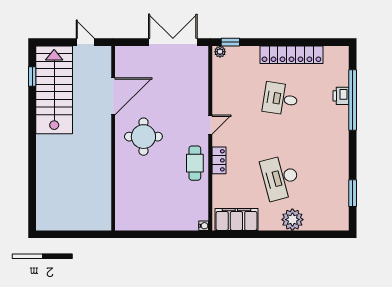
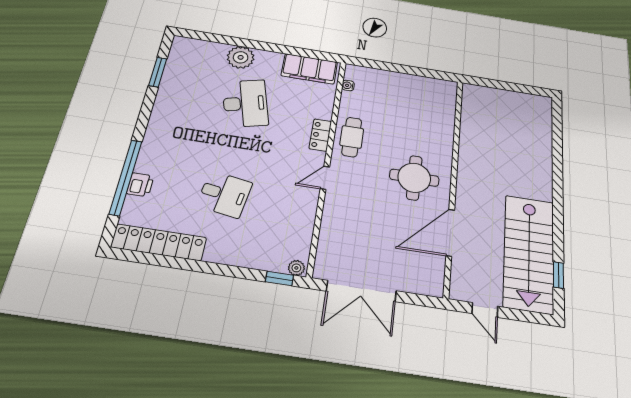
locker: (291, 55) -> (159, 242), moved
water cooler: (204, 226) -> (348, 85), moved

